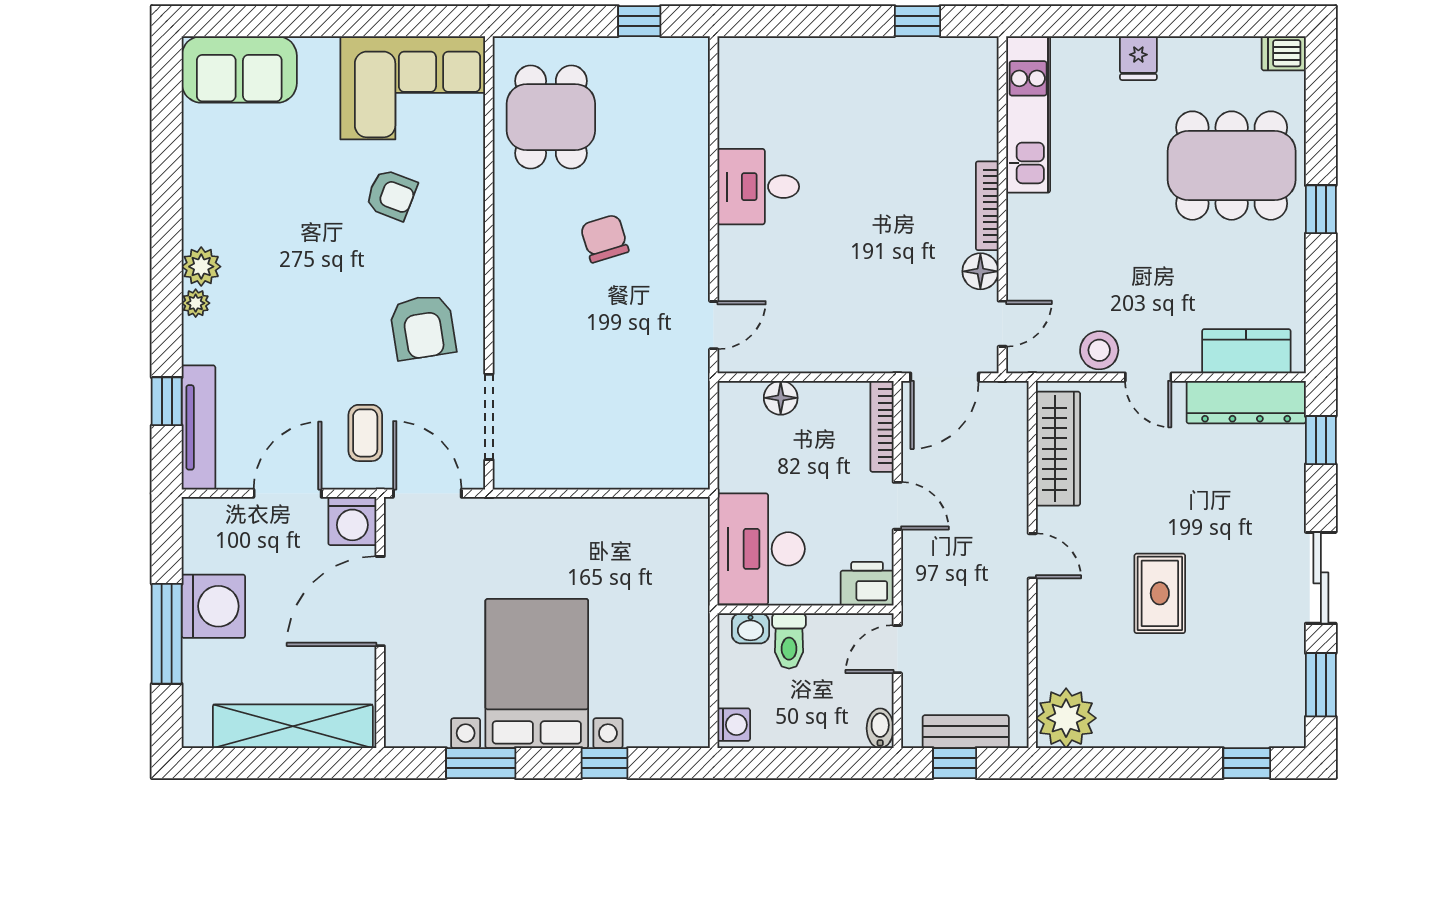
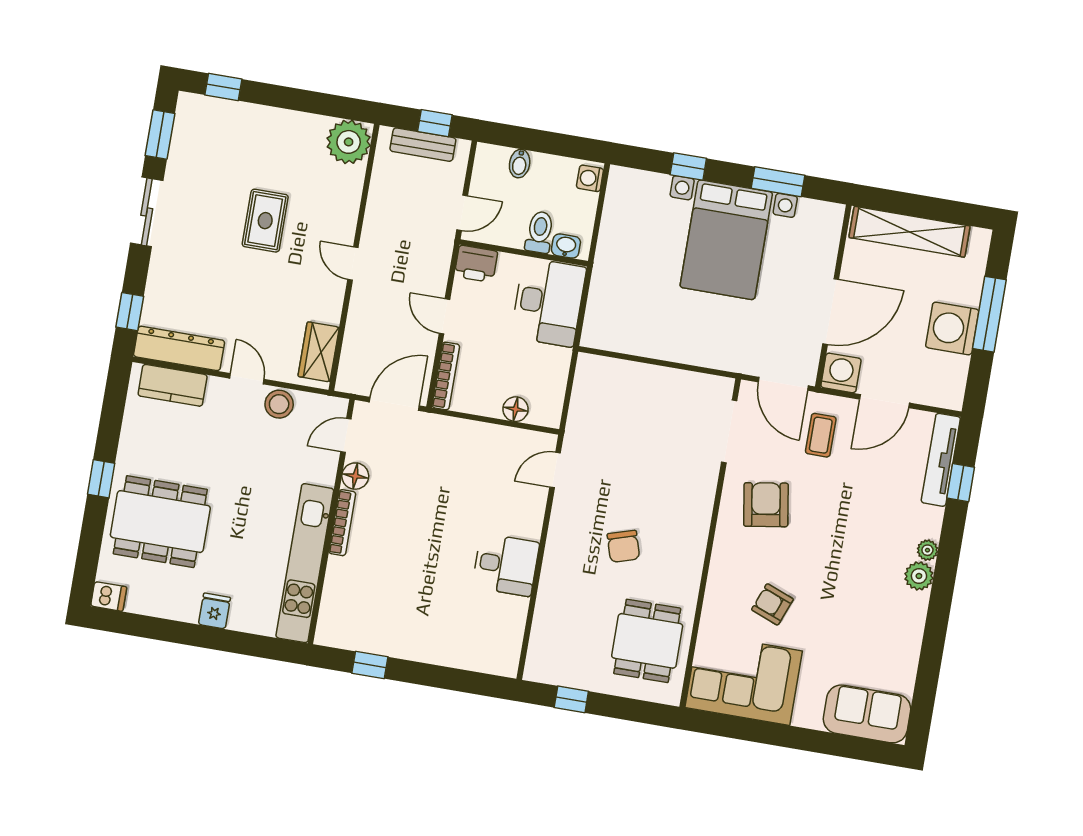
kitchen unit: (1028, 114) -> (305, 563), width x1.36
wardrobe: (1058, 449) -> (319, 352), width x0.67
bidet: (880, 728) -> (520, 164), moved

